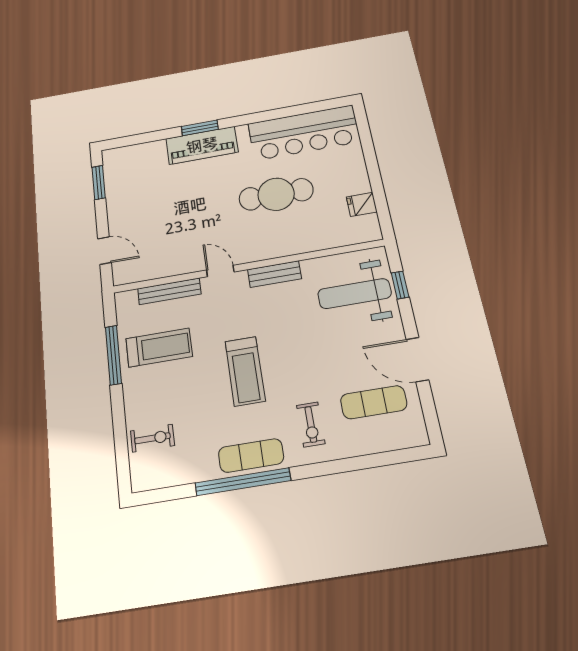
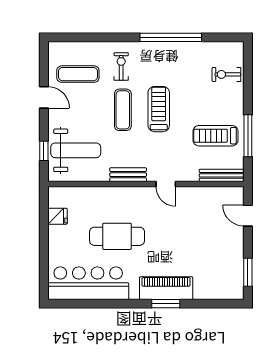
bench: (169, 291) -> (222, 175), moved
door: (417, 359) -> (44, 97), width x0.73
exercise mat: (251, 455) -> (123, 110), moved, turned 90

